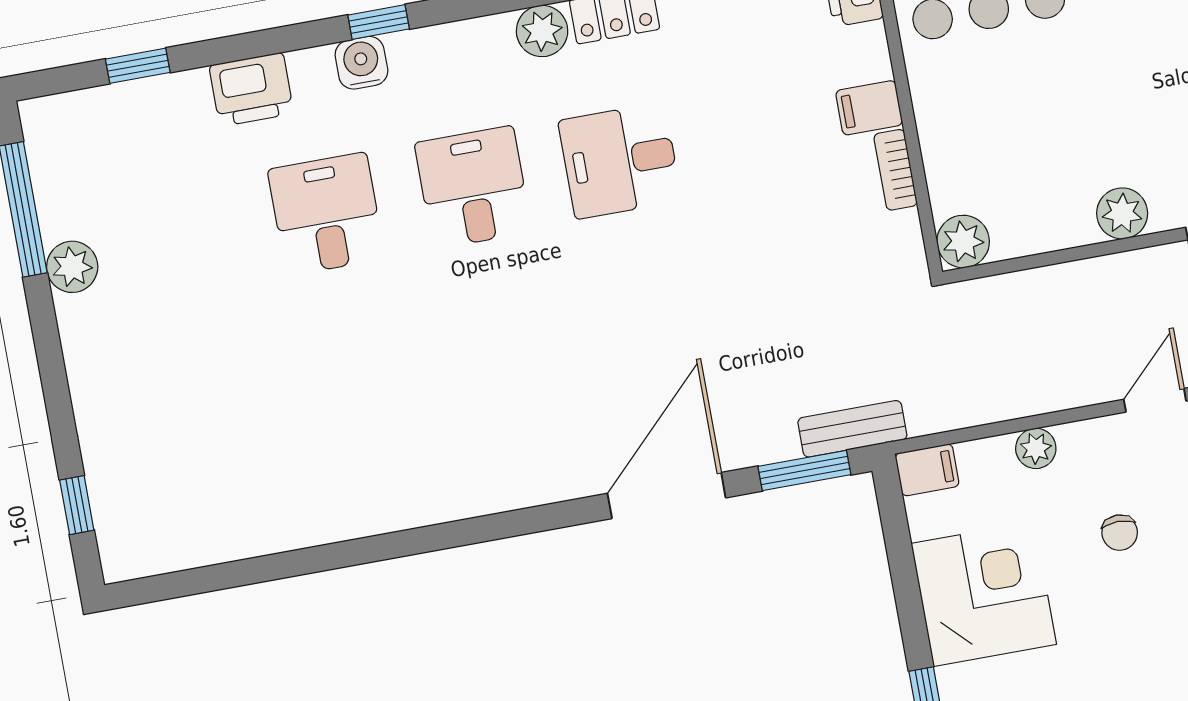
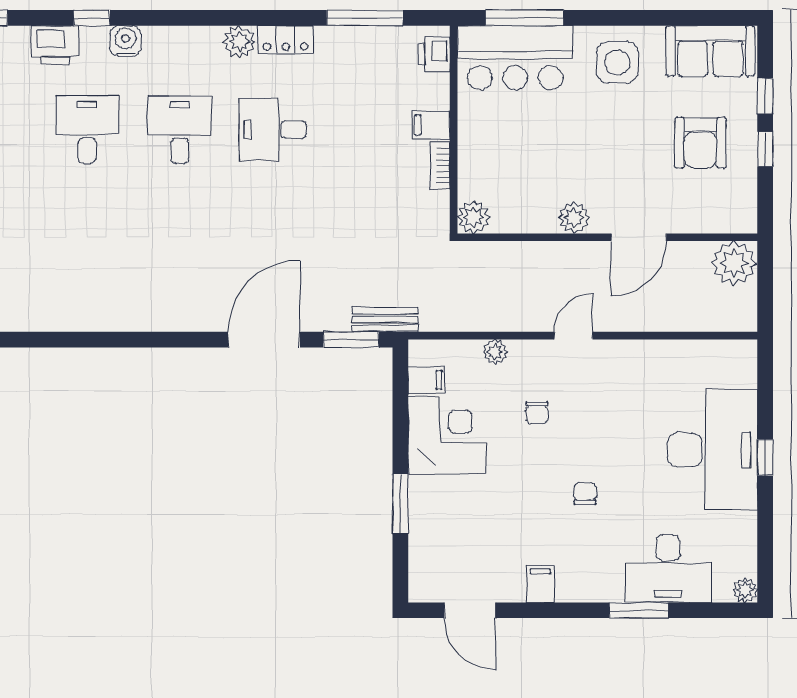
window: (379, 22) -> (92, 18), moved
filing cabinet: (927, 470) -> (426, 380), moved

